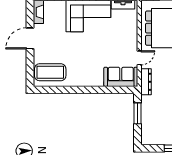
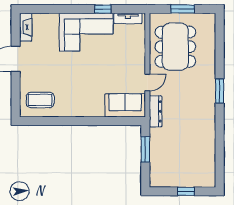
coffee table: (50, 72) -> (40, 100), width x0.73, depth x0.76

